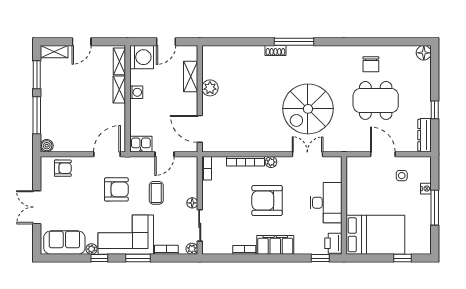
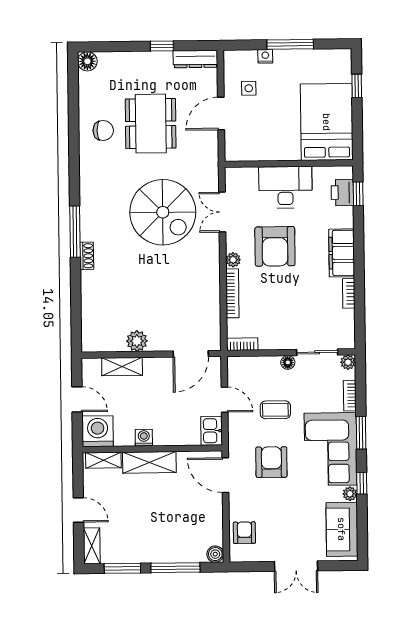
shelving: (119, 90) -> (149, 462), width x1.50, depth x1.33
armchair: (267, 201) -> (275, 246), moved
printer: (333, 243) -> (342, 193), moved, turned 90

